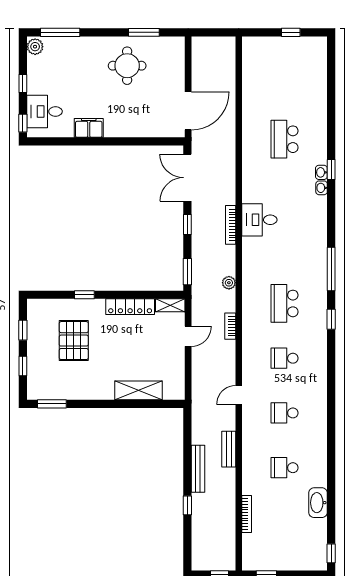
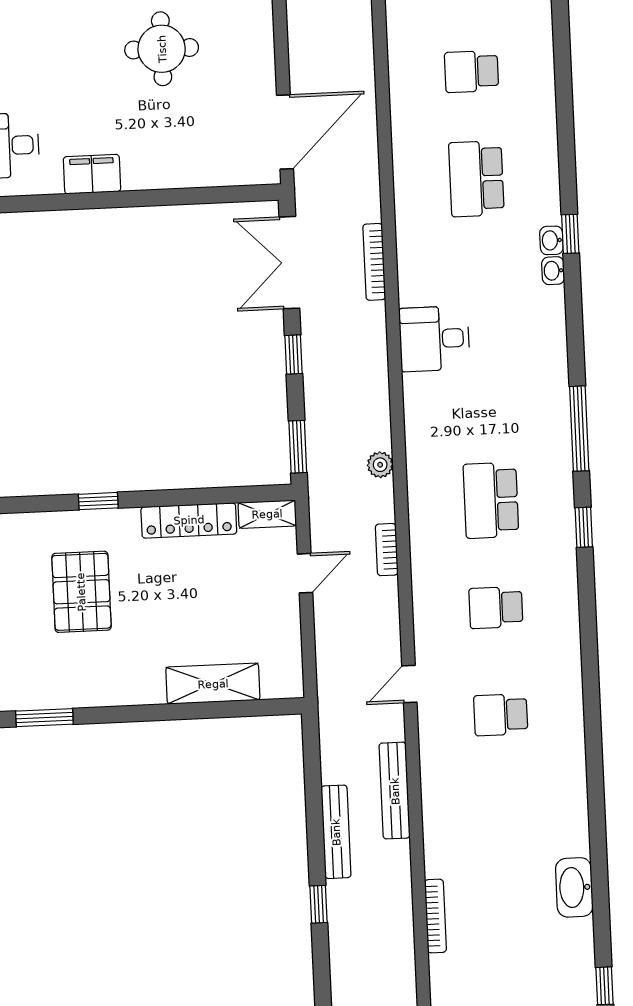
bookcase: (231, 225) -> (374, 262), moved
bench: (229, 449) -> (395, 791), width x1.36
school desk: (285, 468) -> (471, 72), moved

